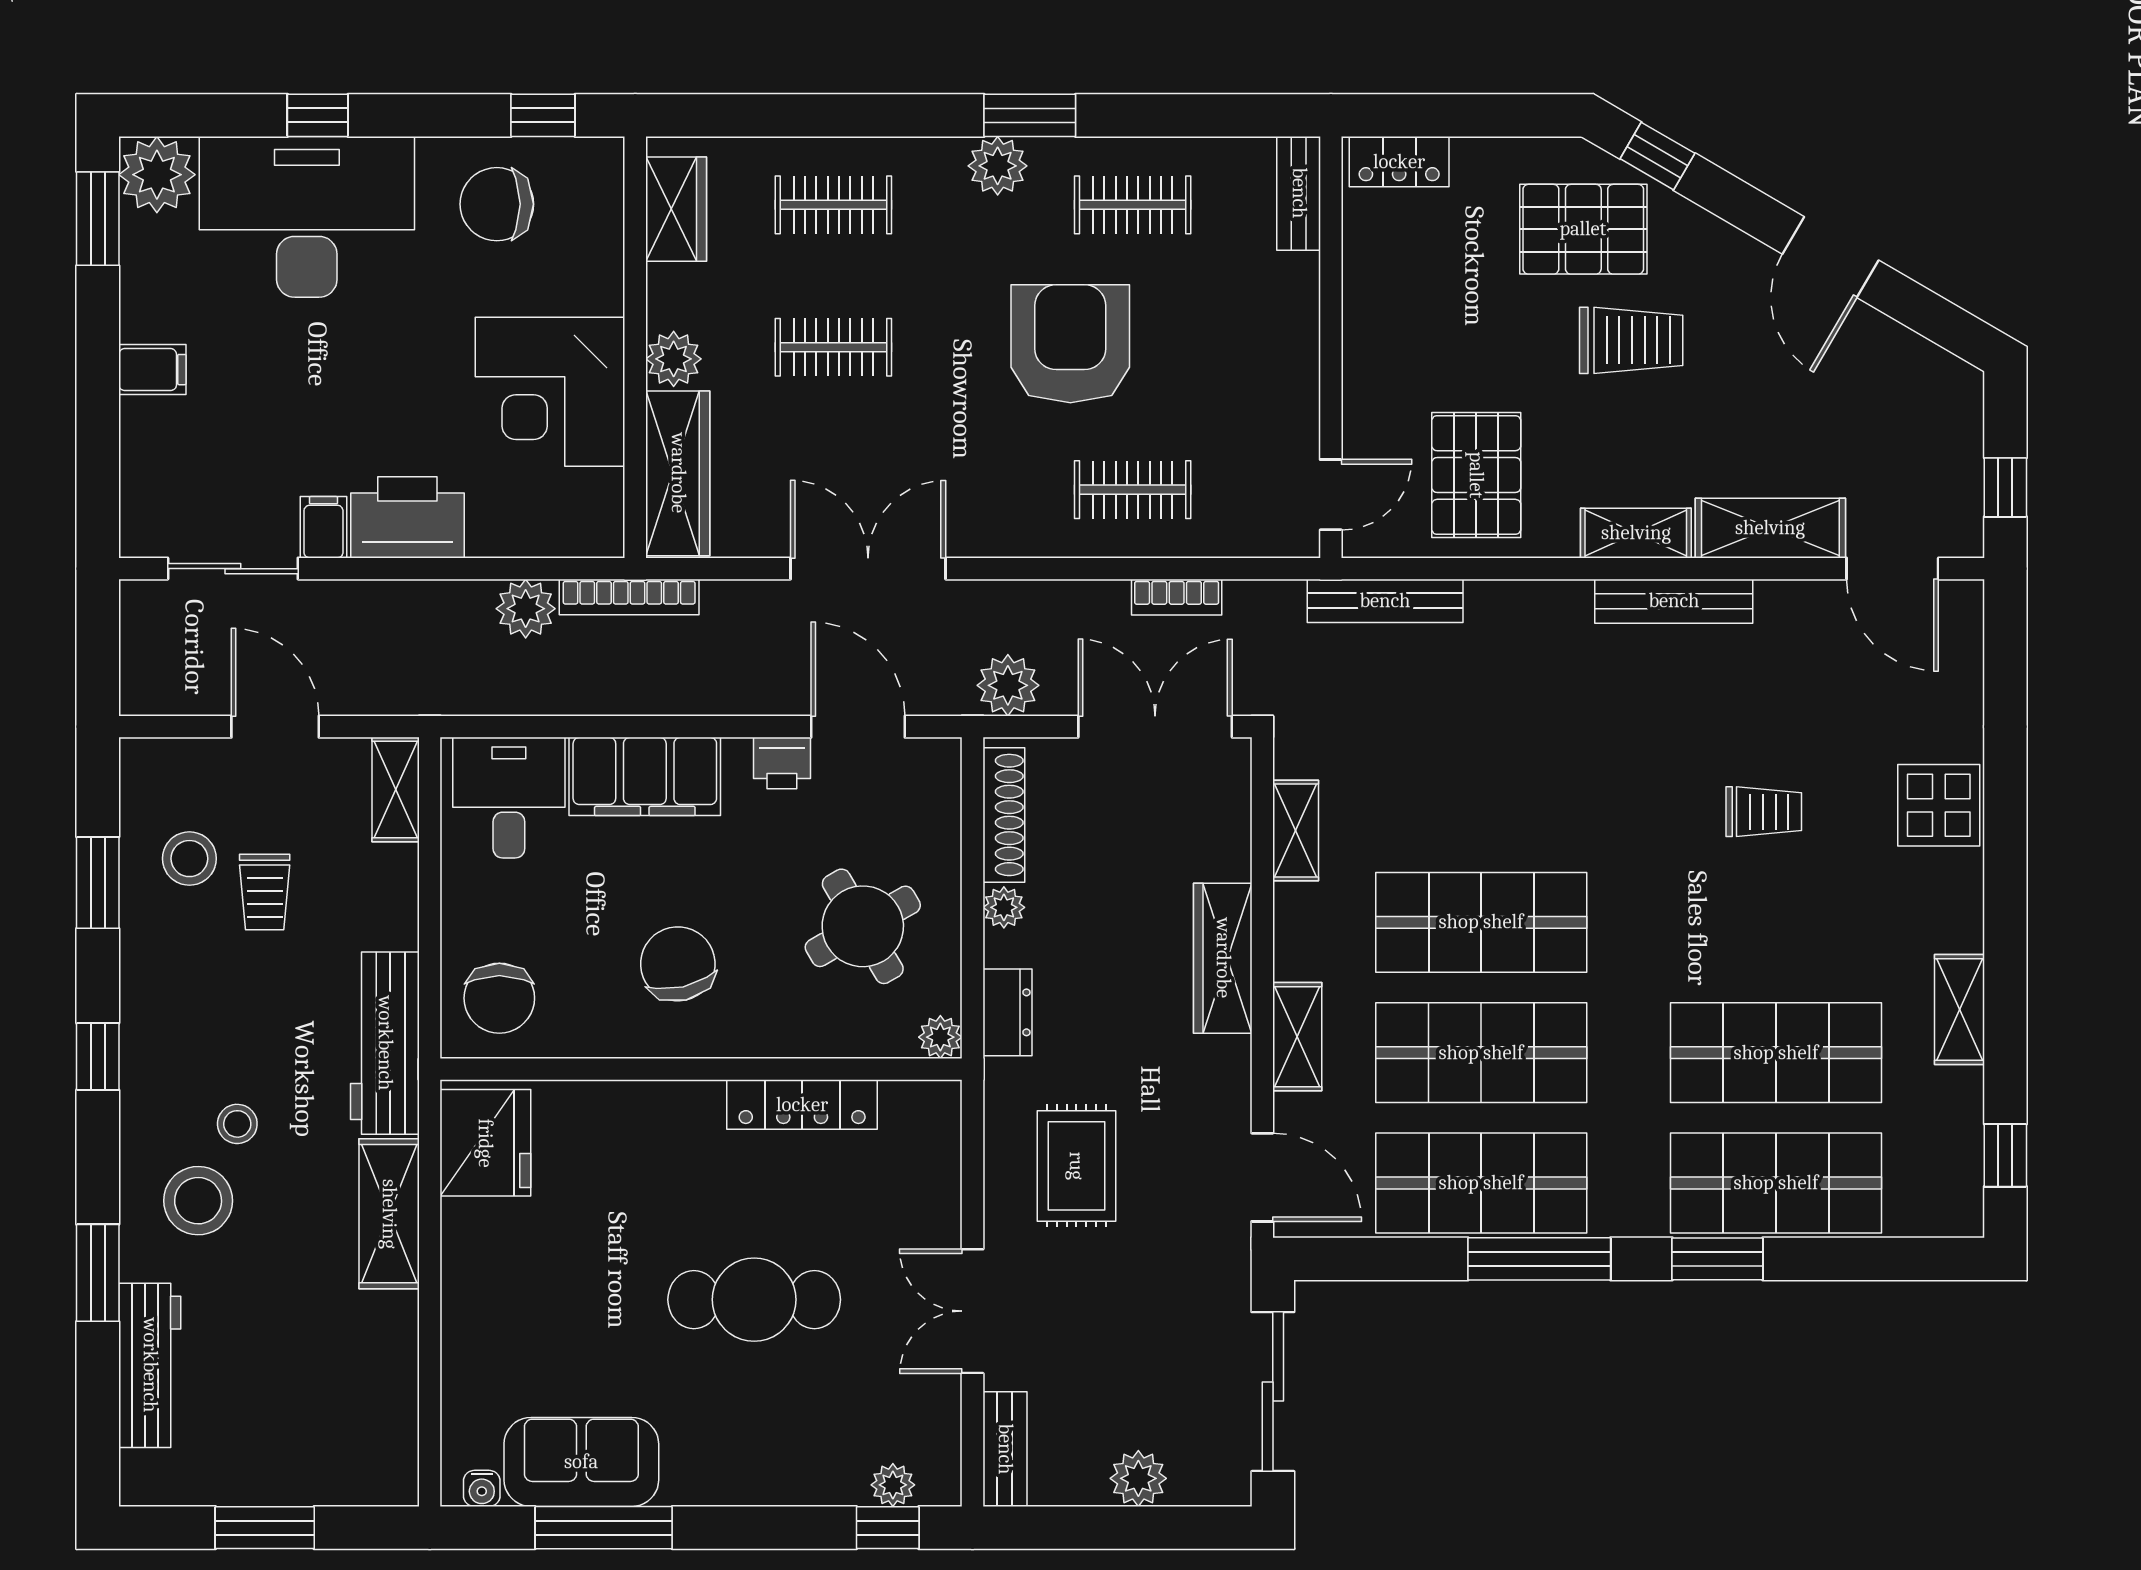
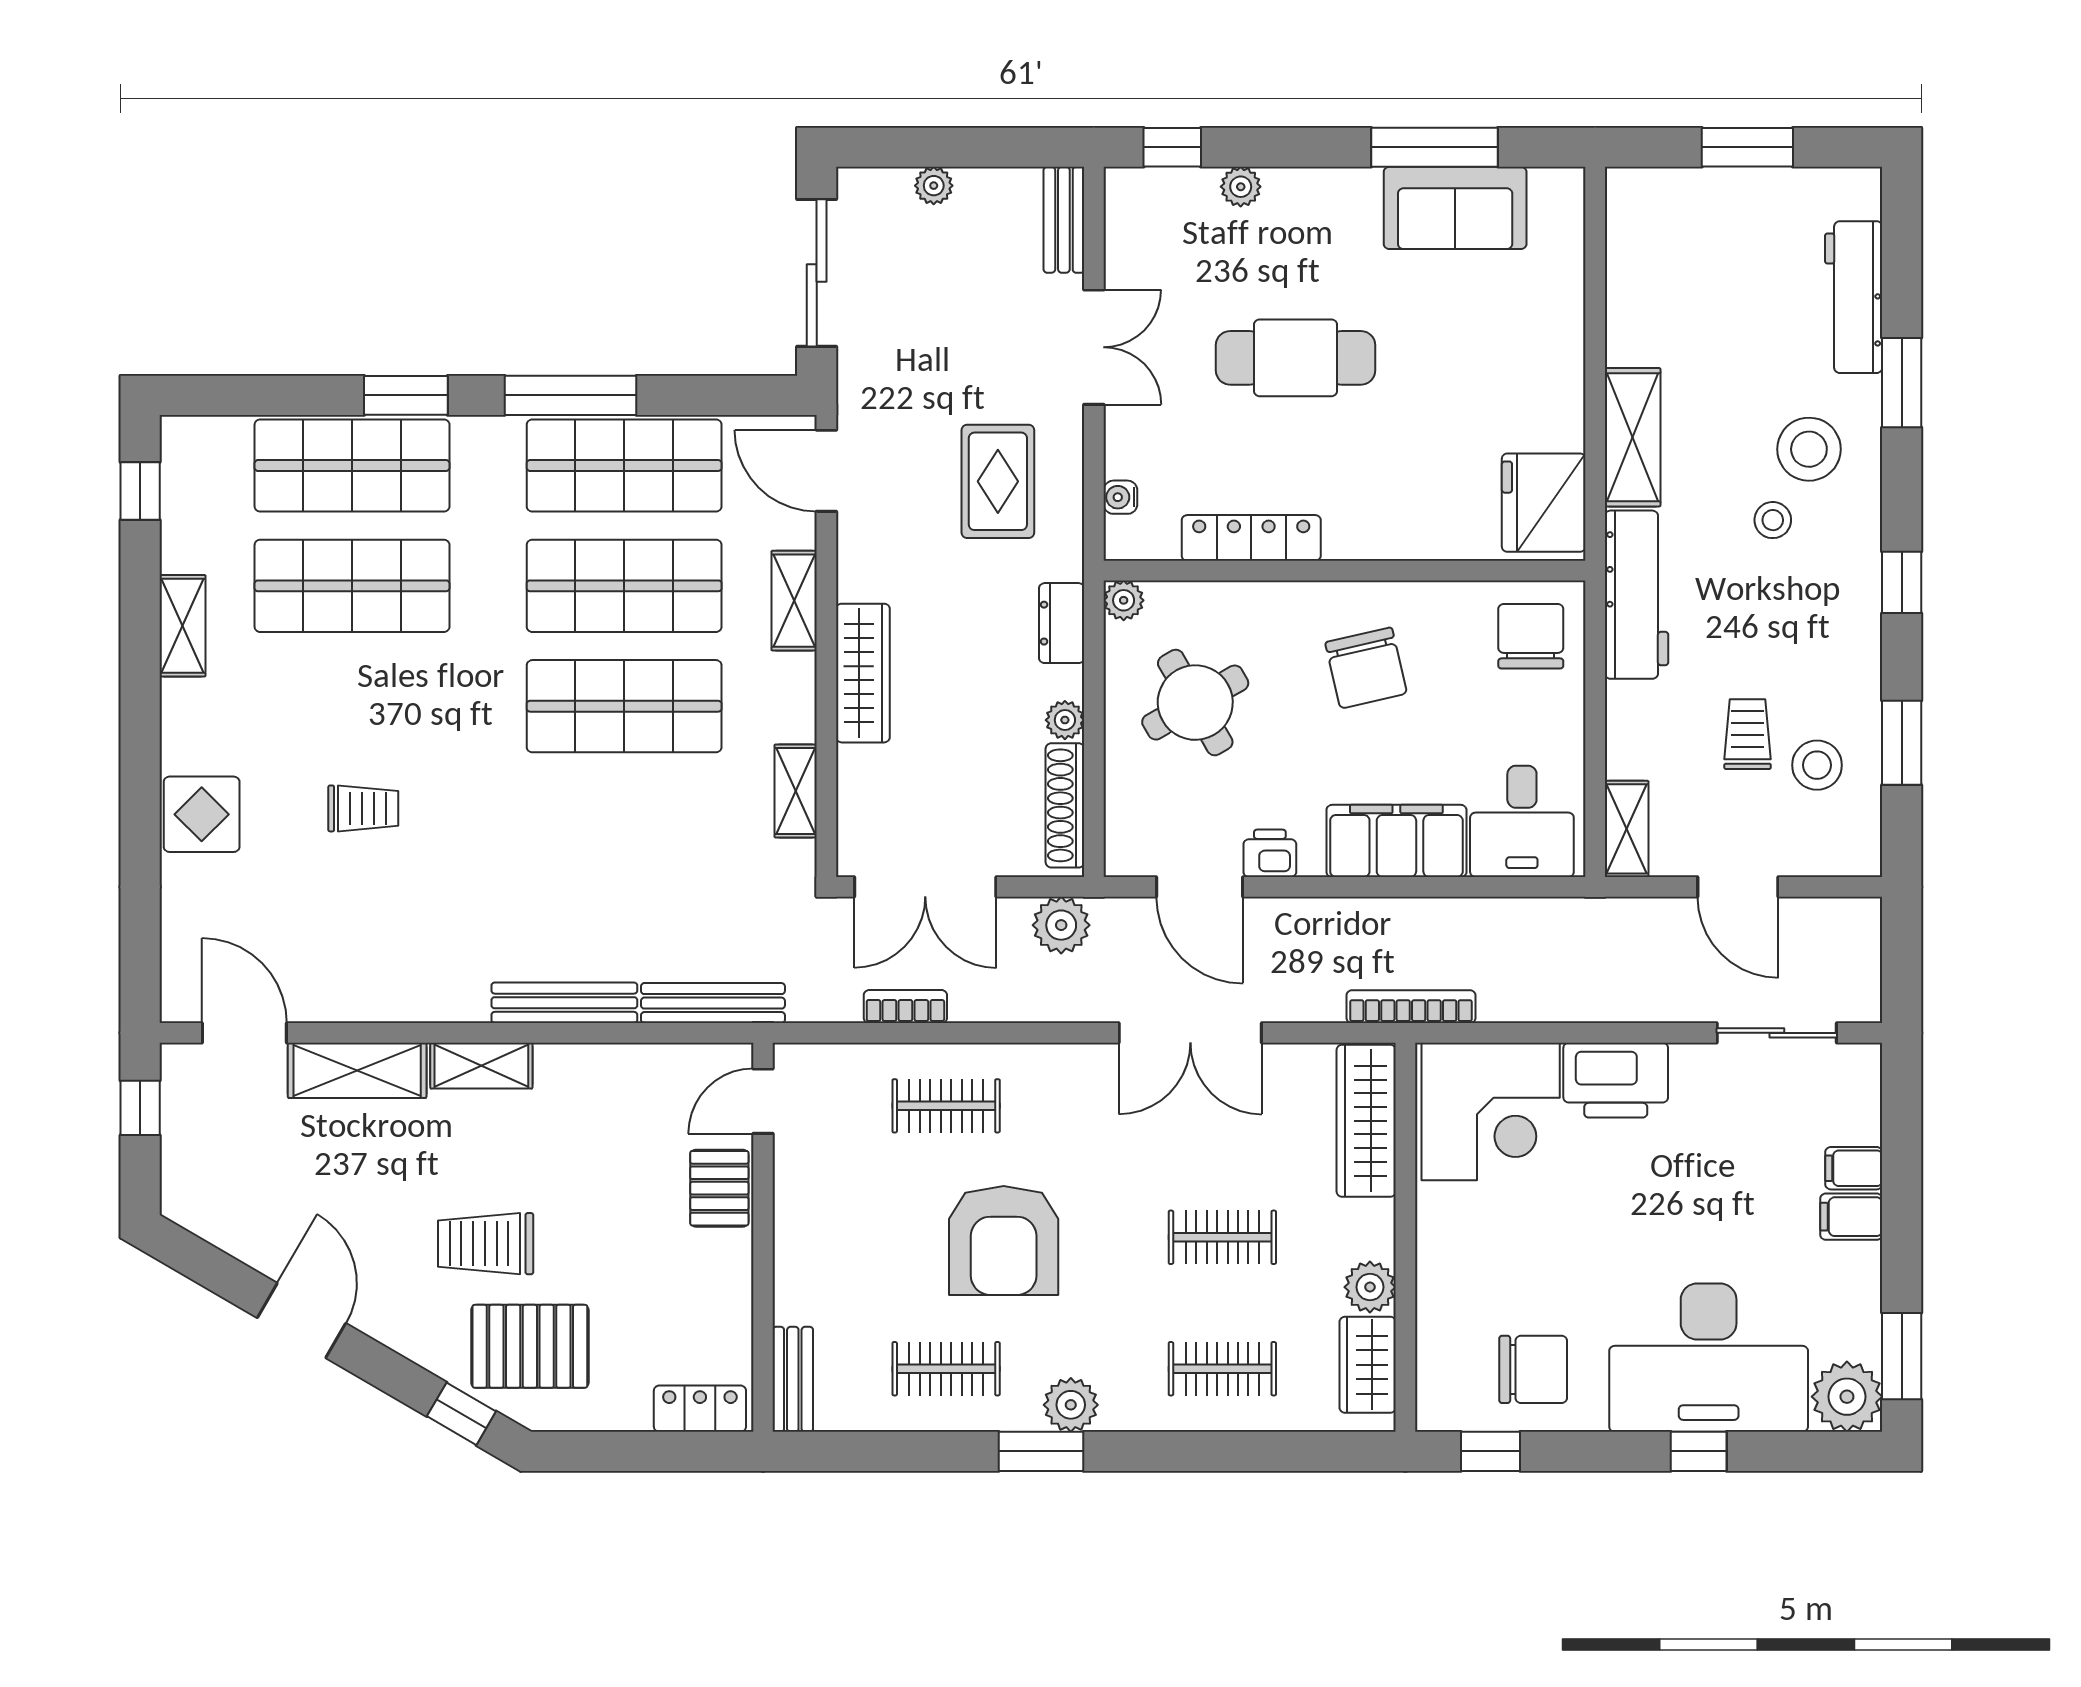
plant: (674, 359) -> (1370, 1287), moved
corner desk: (550, 392) -> (1491, 1112), moved, turned 90
pallet: (1476, 475) -> (719, 1188), moved, width x0.67, depth x0.71
filing cabinet: (323, 527) -> (1854, 1168), moved, turned 90
bench: (1674, 601) -> (564, 1003), moved
plant: (526, 609) -> (1507, 996), removed
trolley: (1764, 812) -> (363, 808), turned 180
plant: (1138, 1478) -> (934, 186), width x0.73, depth x0.73
plant: (893, 1485) -> (1241, 187), moved
water cooler: (482, 1488) -> (1120, 497), moved, turned -90

